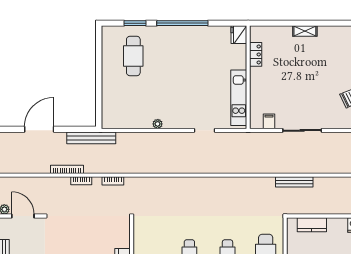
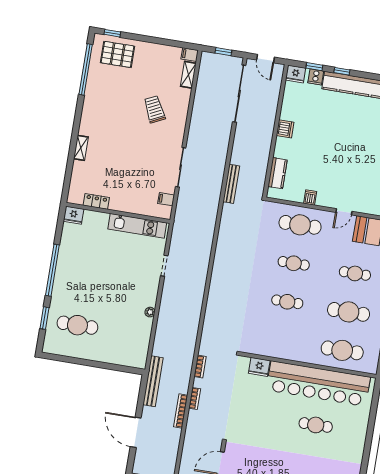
fridge: (122, 238) -> (259, 367), added

